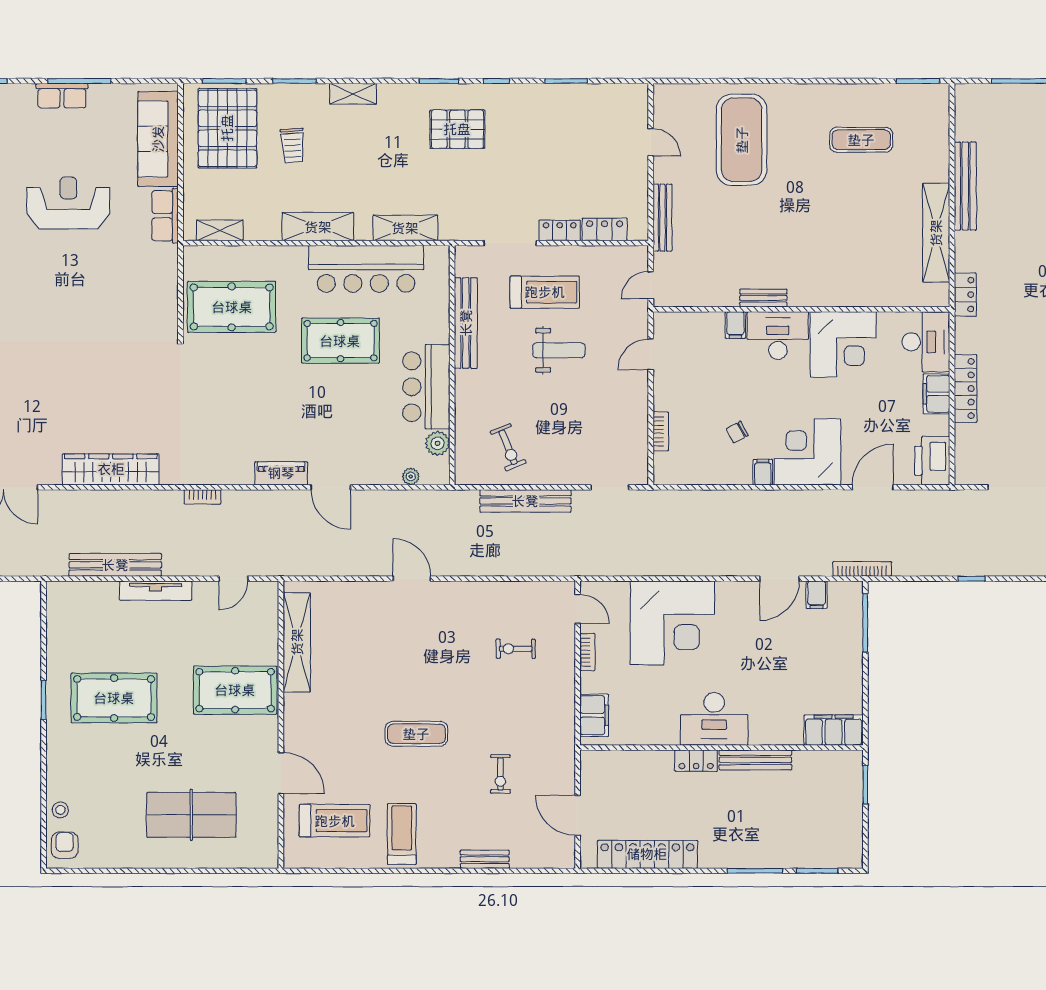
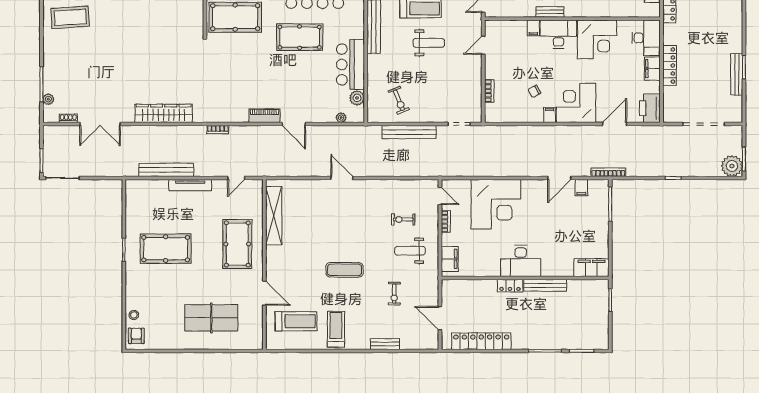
pool table: (235, 690) -> (237, 244), turned 90
weight bench: (527, 701) -> (410, 251), added

